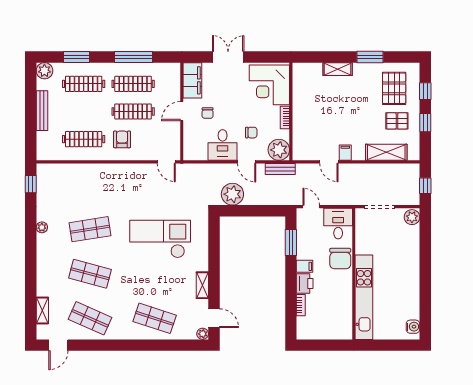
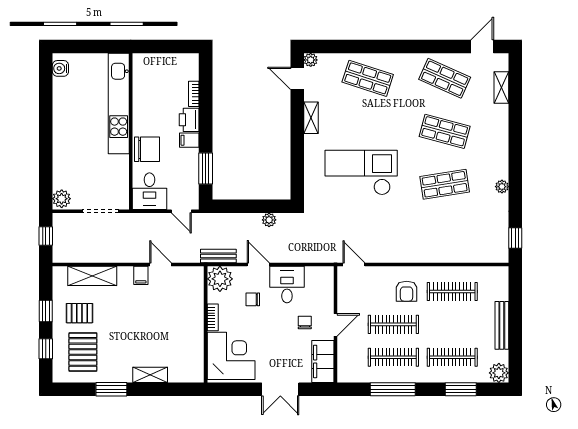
plant: (232, 194) -> (269, 220), width x0.53, depth x0.53
checkout: (160, 239) -> (361, 173), turned 180
chair: (340, 259) -> (147, 149), turned 90

